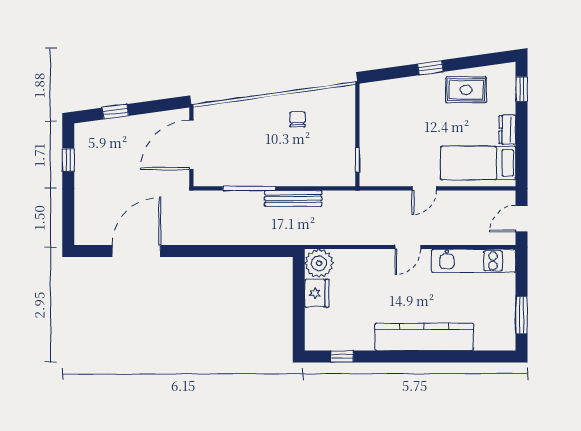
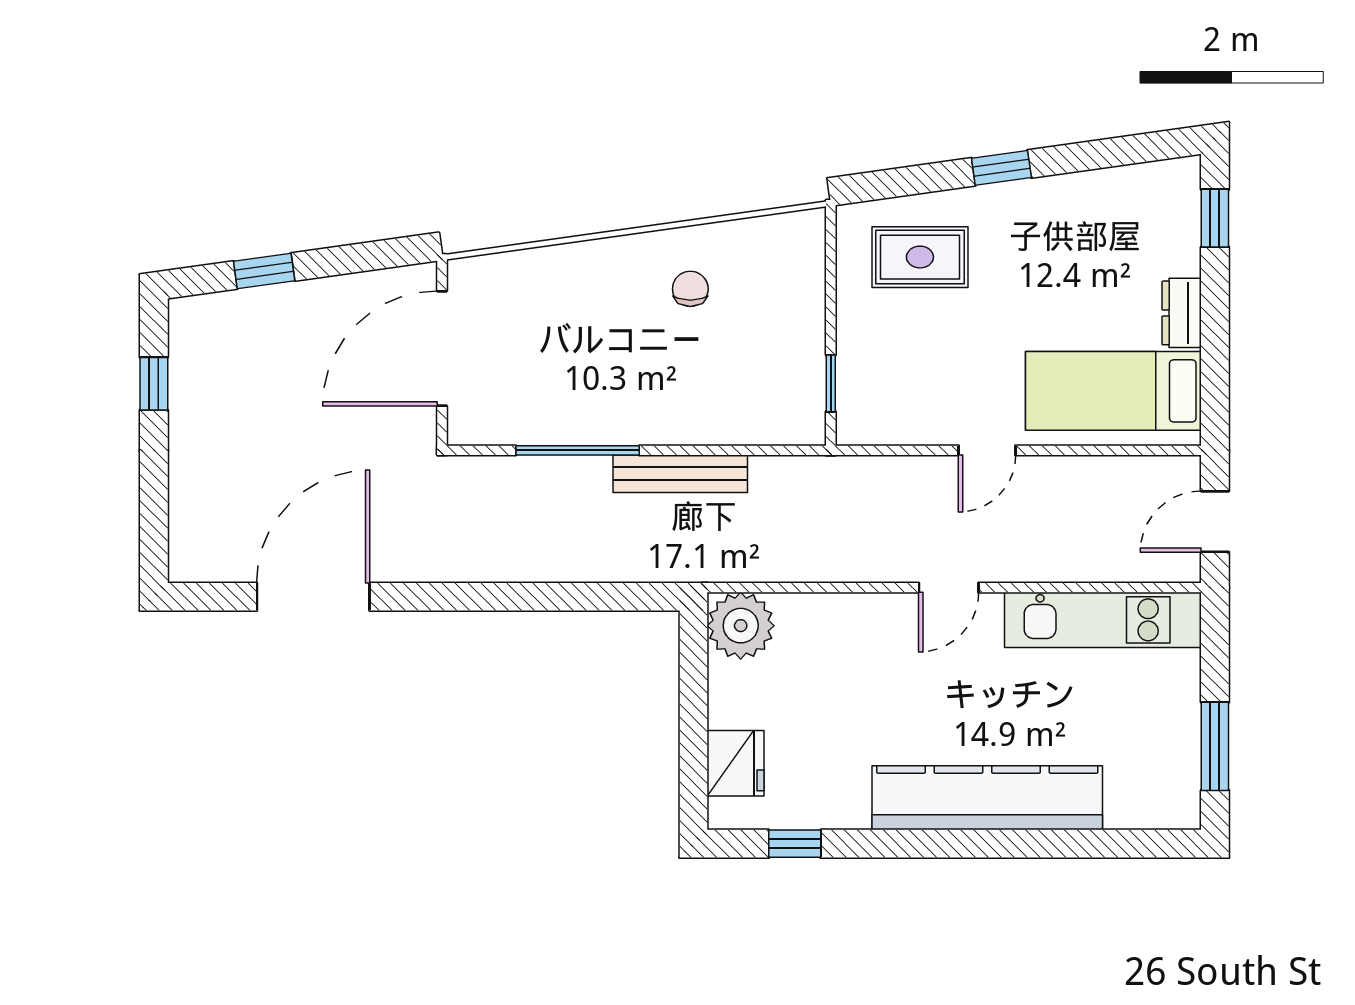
rug: (466, 90) -> (920, 257), moved
fridge: (317, 293) -> (736, 763), moved

